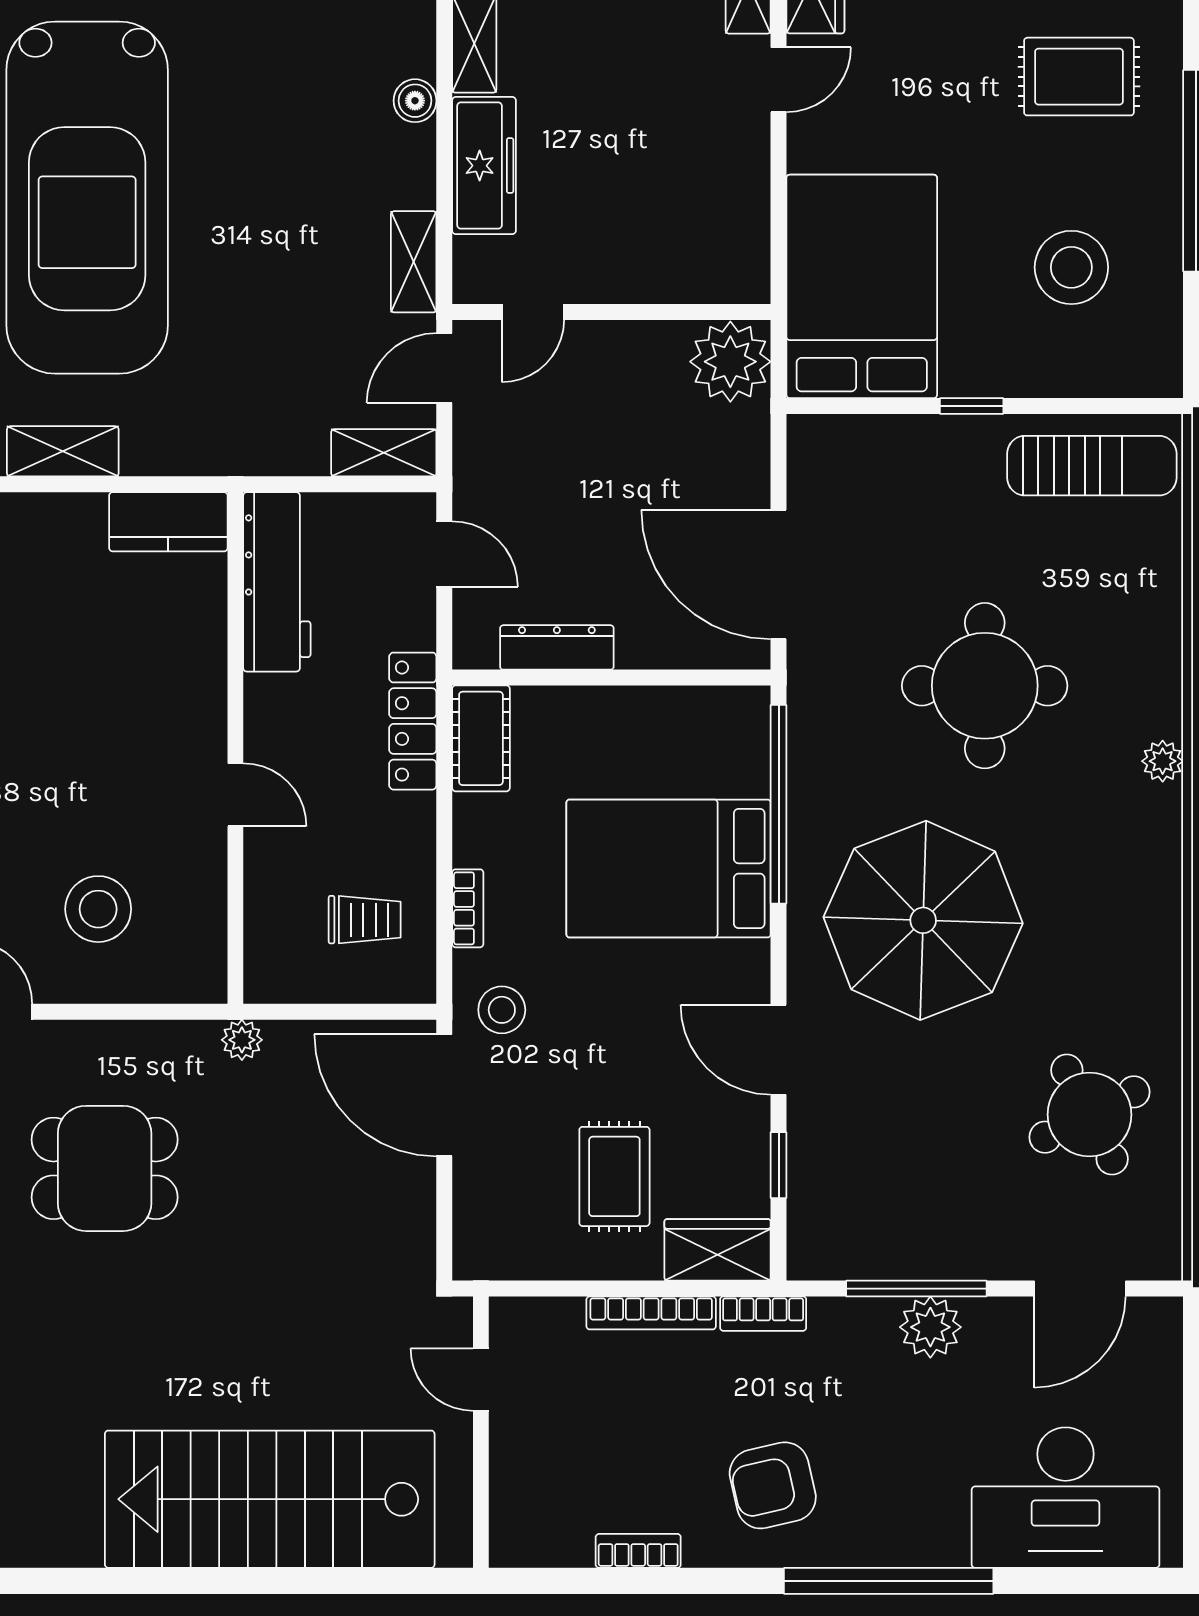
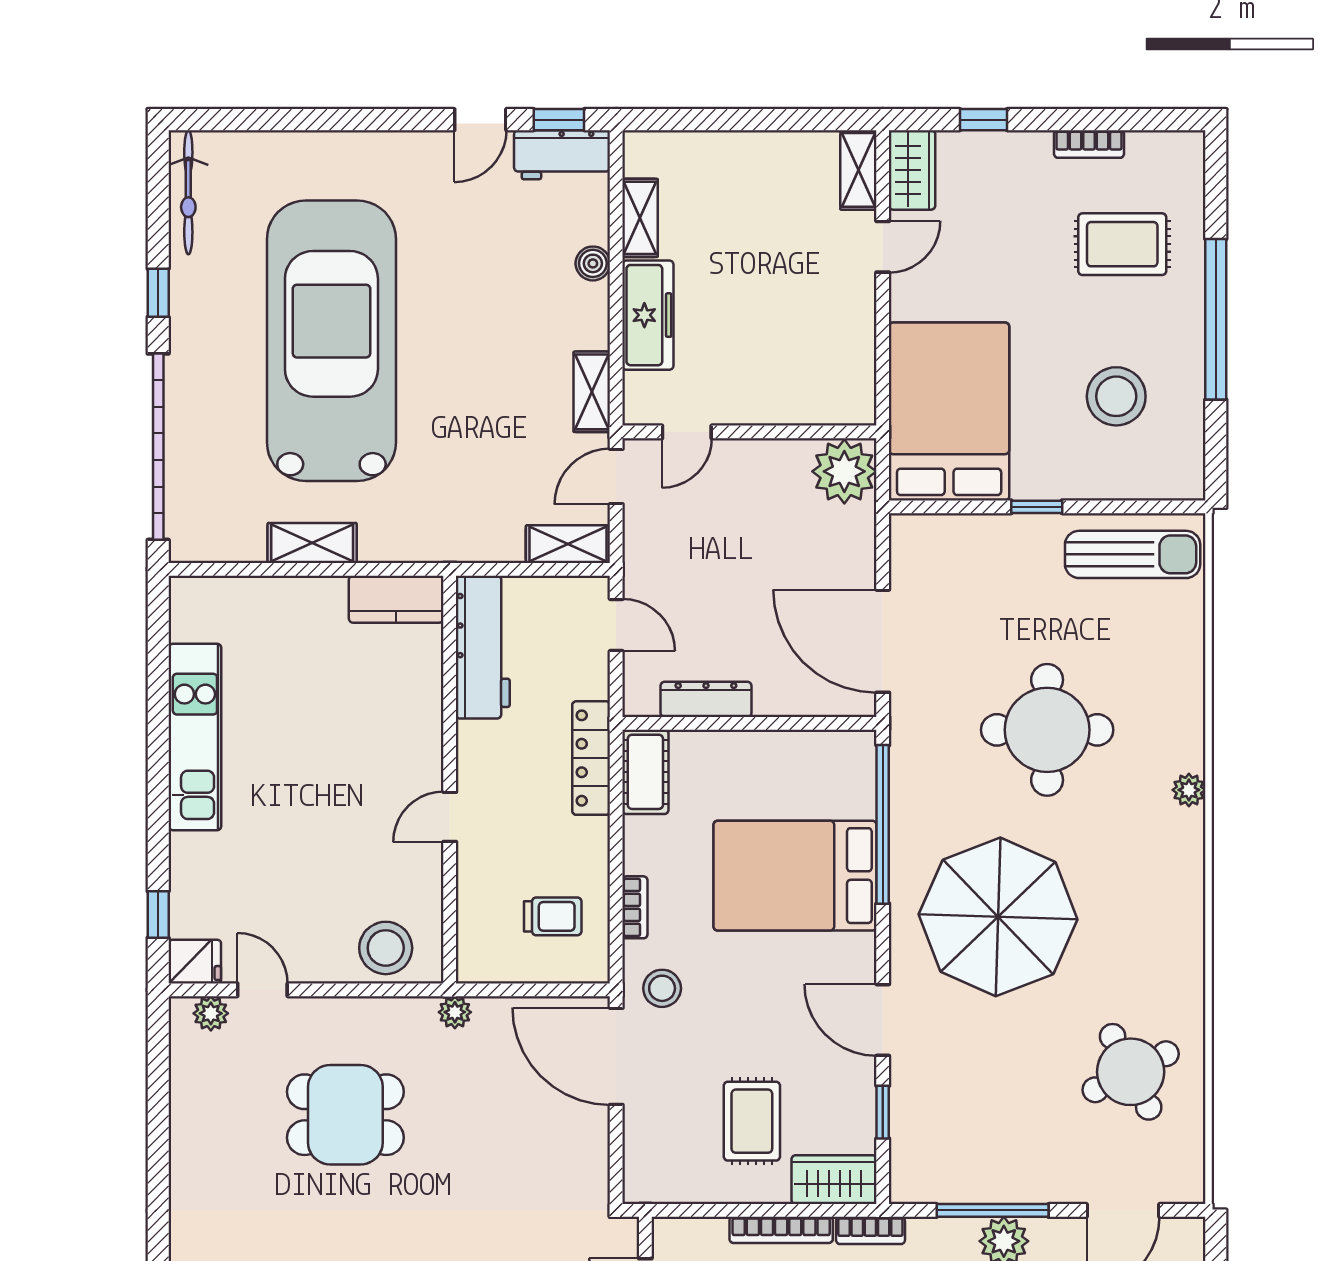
car: (87, 198) -> (331, 341), turned 180
door: (235, 795) -> (450, 817), swing flipped
stool: (98, 909) -> (386, 948), moved

